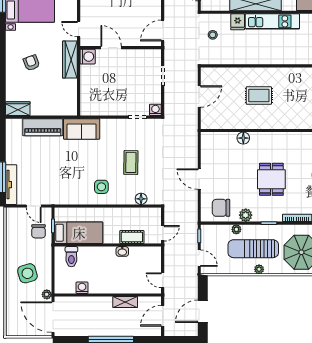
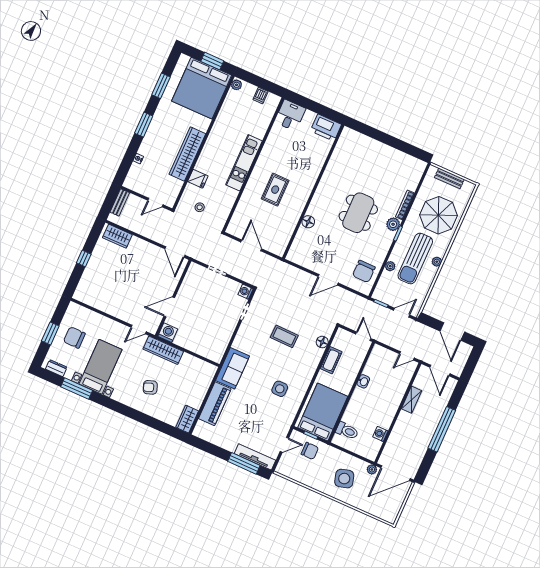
kitchen unit: (272, 21) -> (244, 163), moved, turned 180
dining table: (271, 179) -> (358, 213), width x1.38
side table: (101, 187) -> (280, 389), moved
plant: (246, 215) -> (393, 224), moved
bed: (79, 233) -> (323, 412), width x1.50
cot: (132, 237) -> (331, 360), moved

